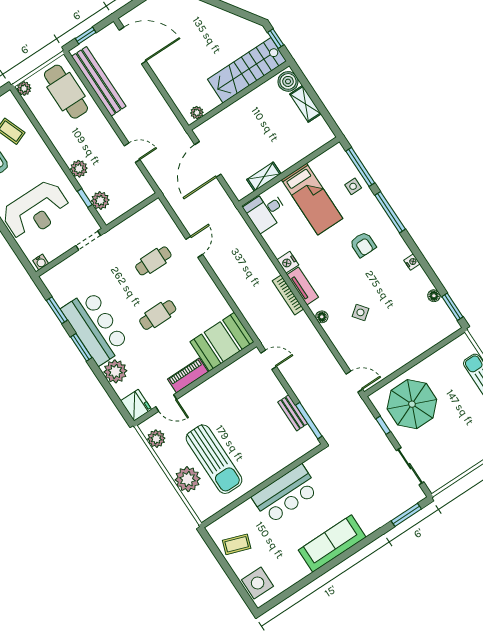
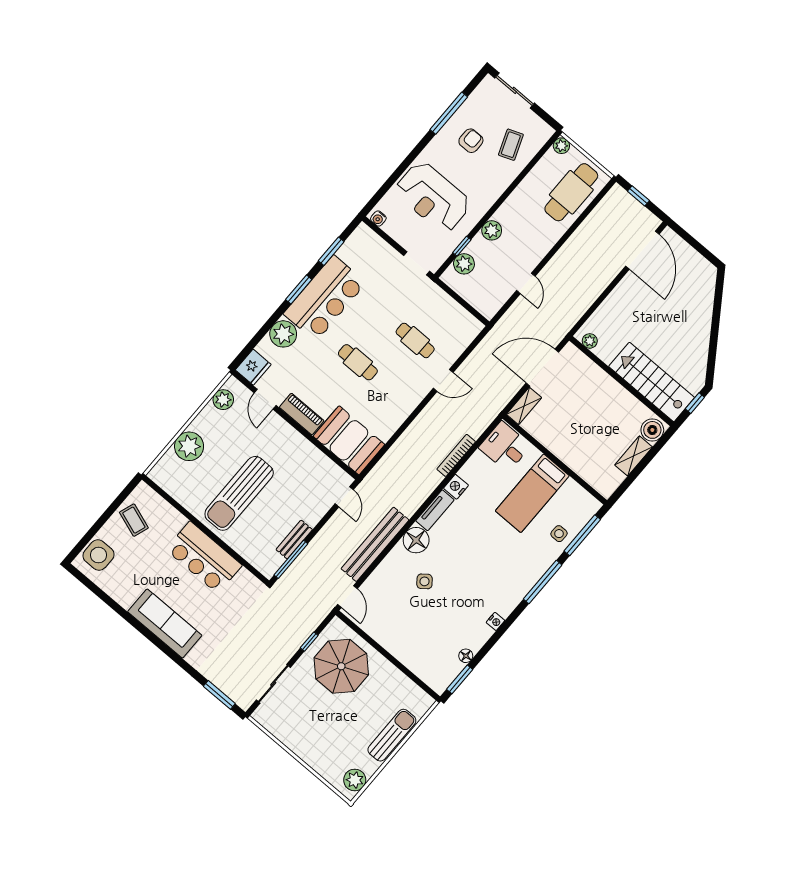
bench: (99, 81) -> (375, 544), moved
shelving: (264, 177) -> (524, 406), moved, turned 90
armchair: (363, 245) -> (499, 563), removed
bookcase: (288, 295) -> (456, 455), moved
floor lamp: (322, 317) -> (416, 540), width x1.89, depth x1.89
sun lounger: (214, 459) -> (239, 493), moved

